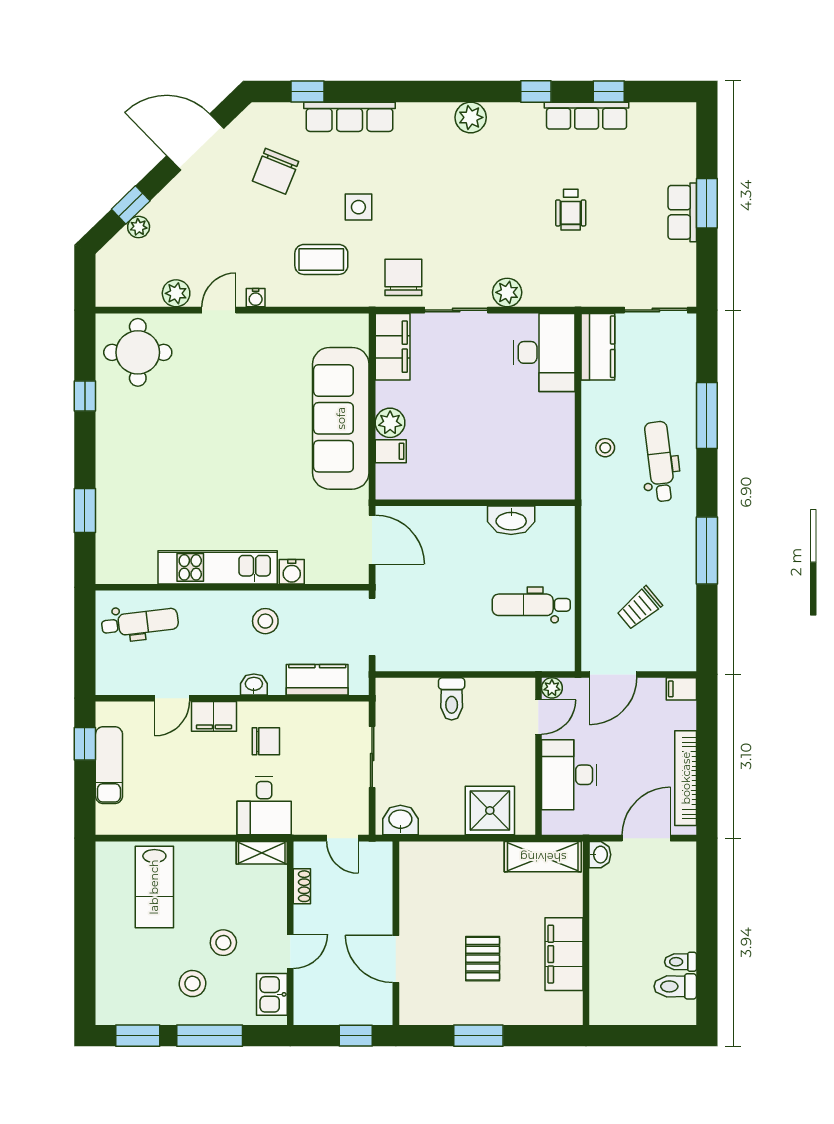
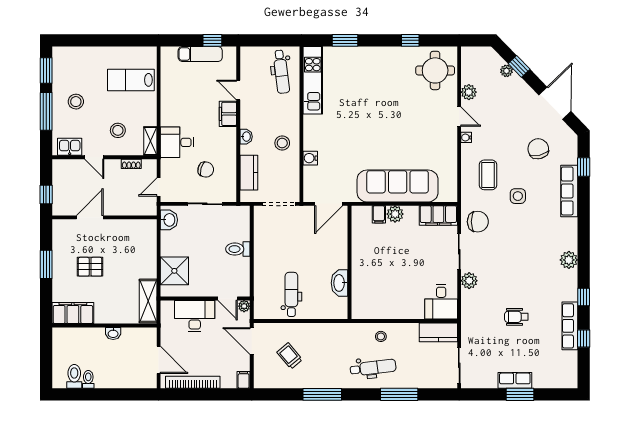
chair: (276, 171) -> (538, 149), turned 54
desk: (544, 352) -> (441, 302), width x0.73
kitchen unit: (218, 567) -> (313, 80), moved
chair: (266, 741) -> (206, 170), moved, turned -74
washbasin: (600, 855) -> (113, 333), moved
stool: (223, 943) -> (118, 130), moved
filing cabinet: (564, 954) -> (73, 313), moved

